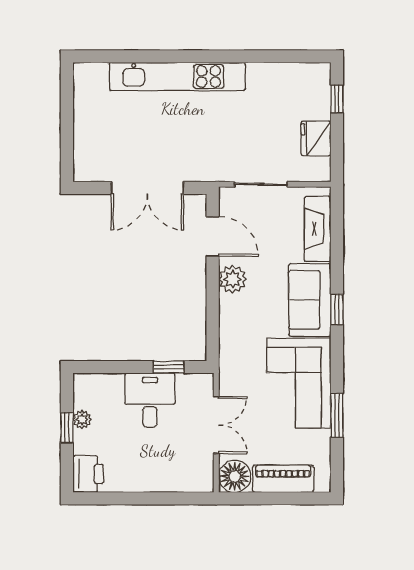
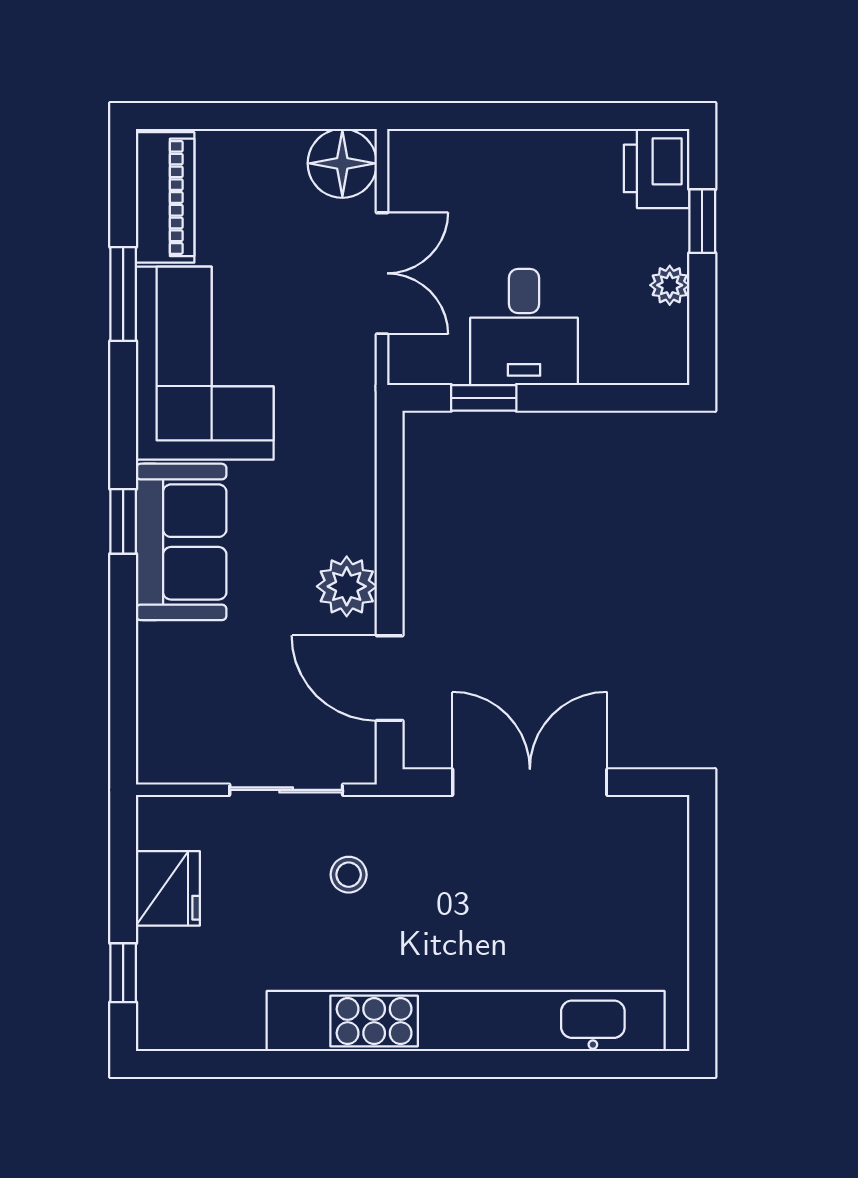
kitchen unit: (177, 76) -> (466, 1021), width x1.36
stool: (232, 145) -> (349, 875), added
fireplace: (318, 229) -> (165, 694), removed
double door: (216, 425) -> (382, 273), swing flipped
window: (67, 428) -> (702, 221), moved
piano: (283, 479) -> (165, 197), moved, turned -90

